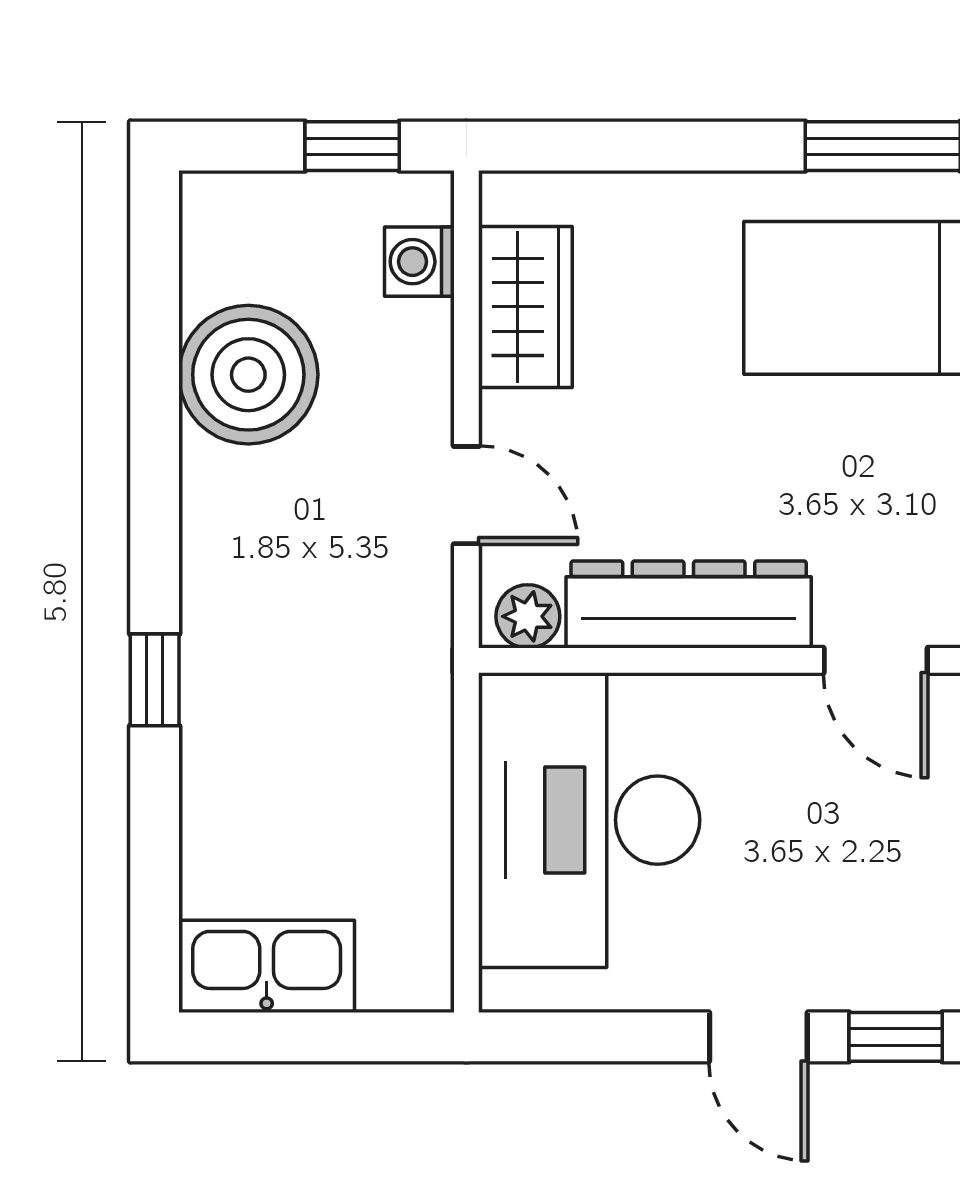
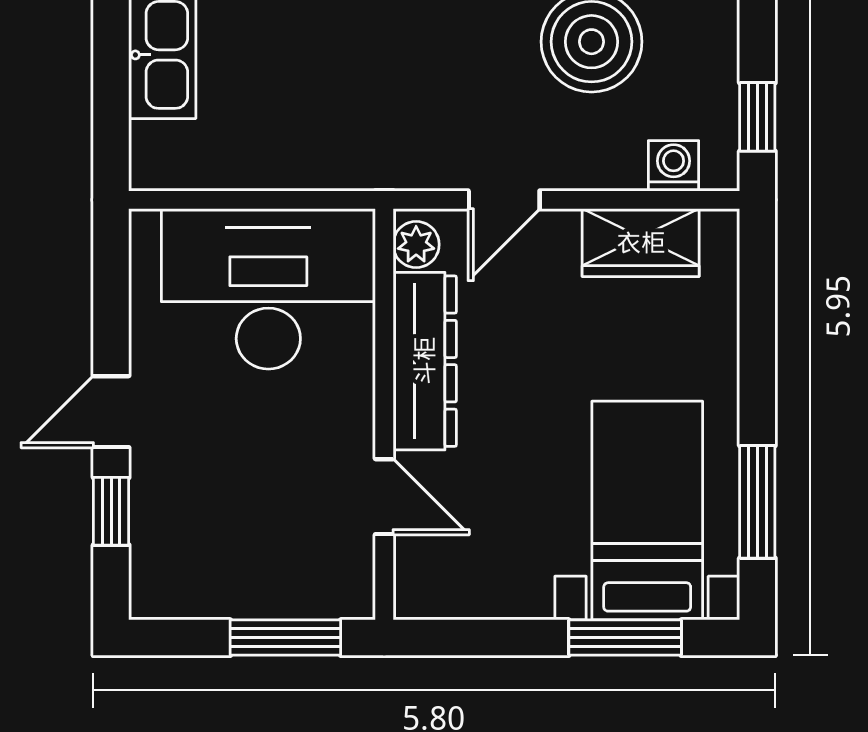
door: (876, 660) -> (384, 497), swing flipped

